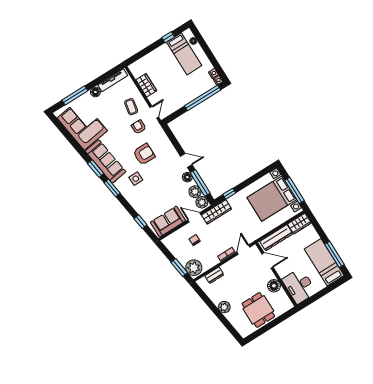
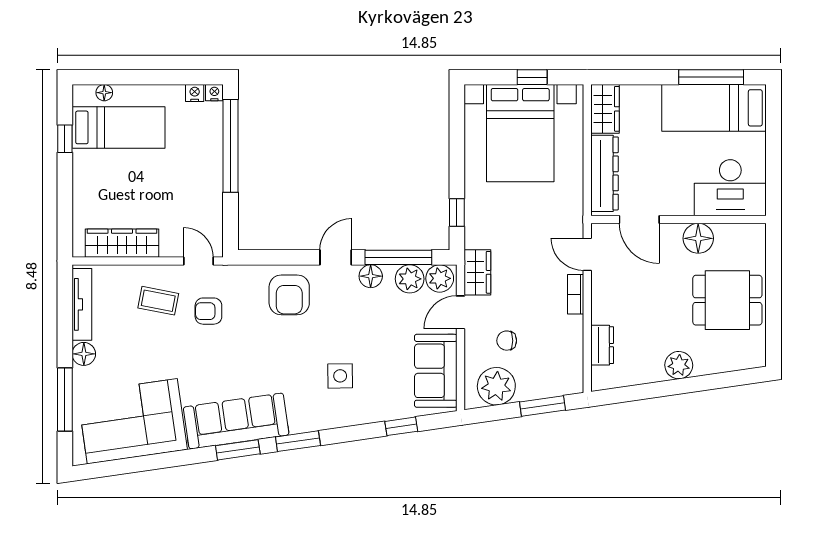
wardrobe: (146, 85) -> (122, 243), width x1.50
armchair: (144, 154) -> (289, 295), moved, turned 180
side table: (136, 179) -> (340, 376), moved
window: (294, 190) -> (532, 77), width x0.46
wardrobe: (217, 212) -> (477, 272), width x0.67
door: (267, 260) -> (639, 220), swing flipped
plant: (194, 268) -> (496, 386), moved

